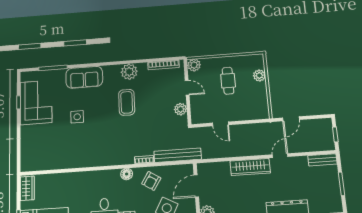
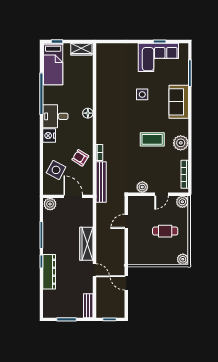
plant: (259, 75) -> (183, 259), moved
floor lamp: (127, 174) -> (88, 113), moved

